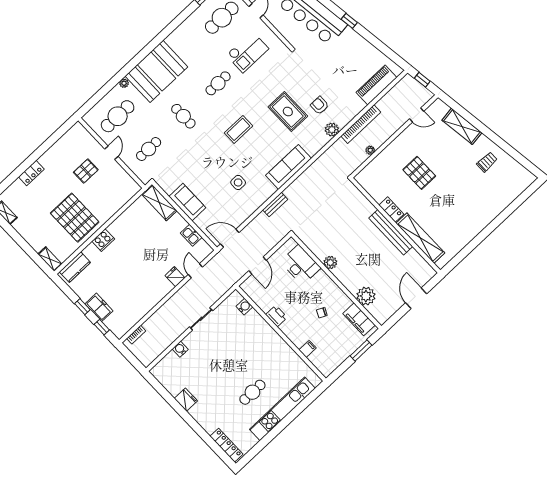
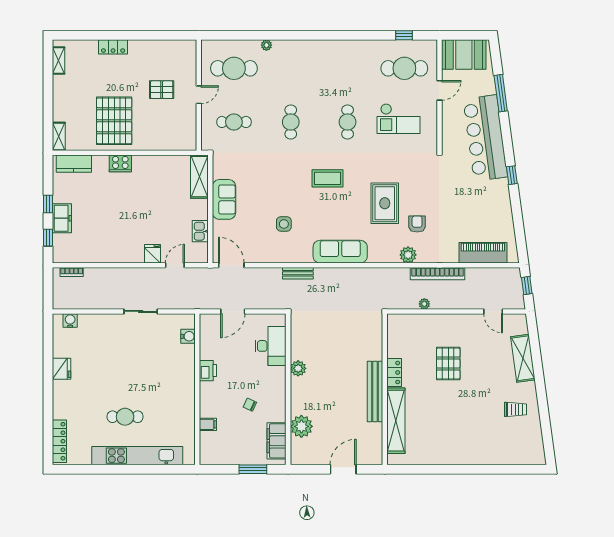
booth: (156, 71) -> (304, 61), removed
cafe table: (218, 83) -> (348, 122), turned 90
water cooler: (180, 349) -> (70, 321), moved

